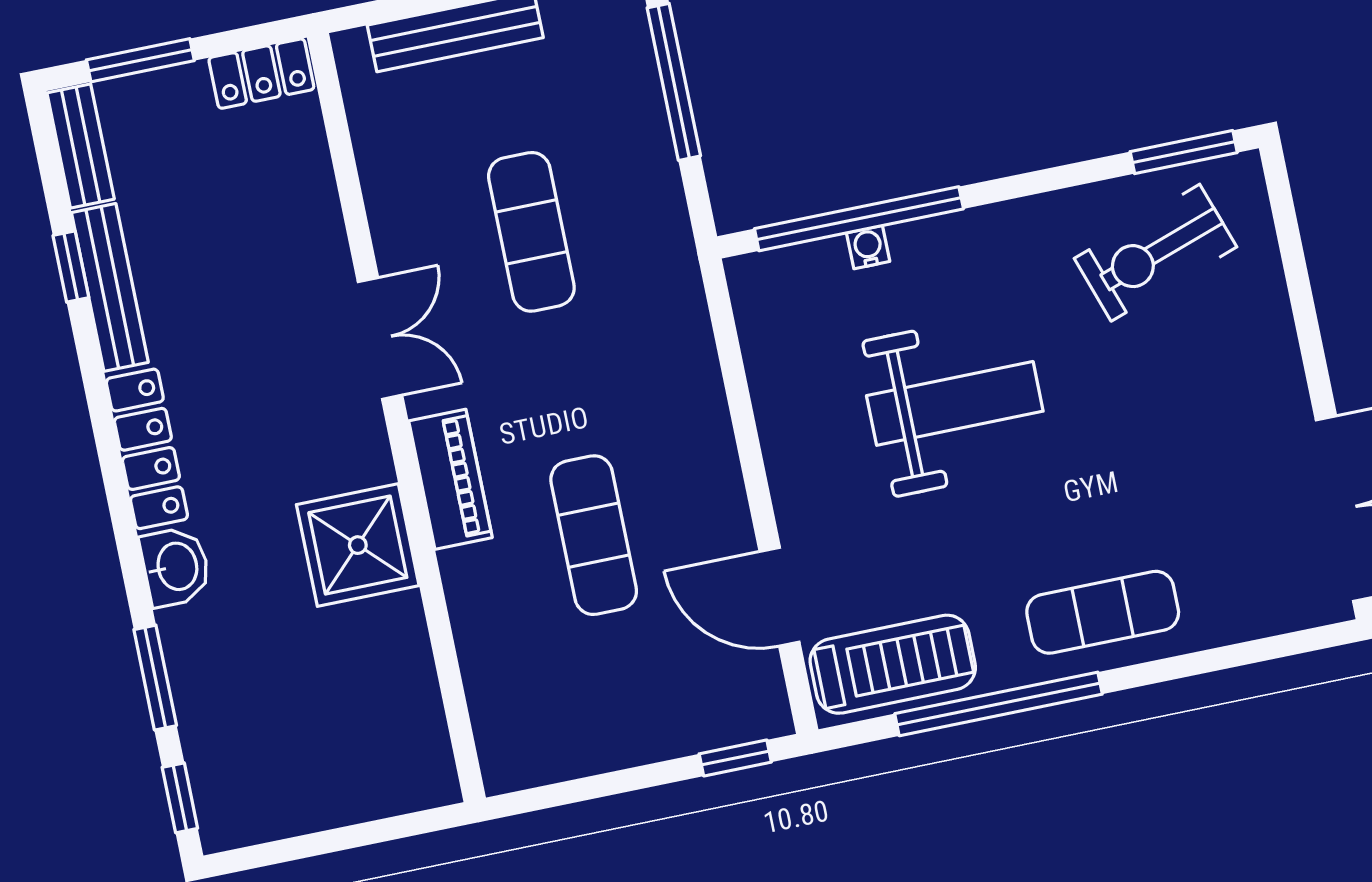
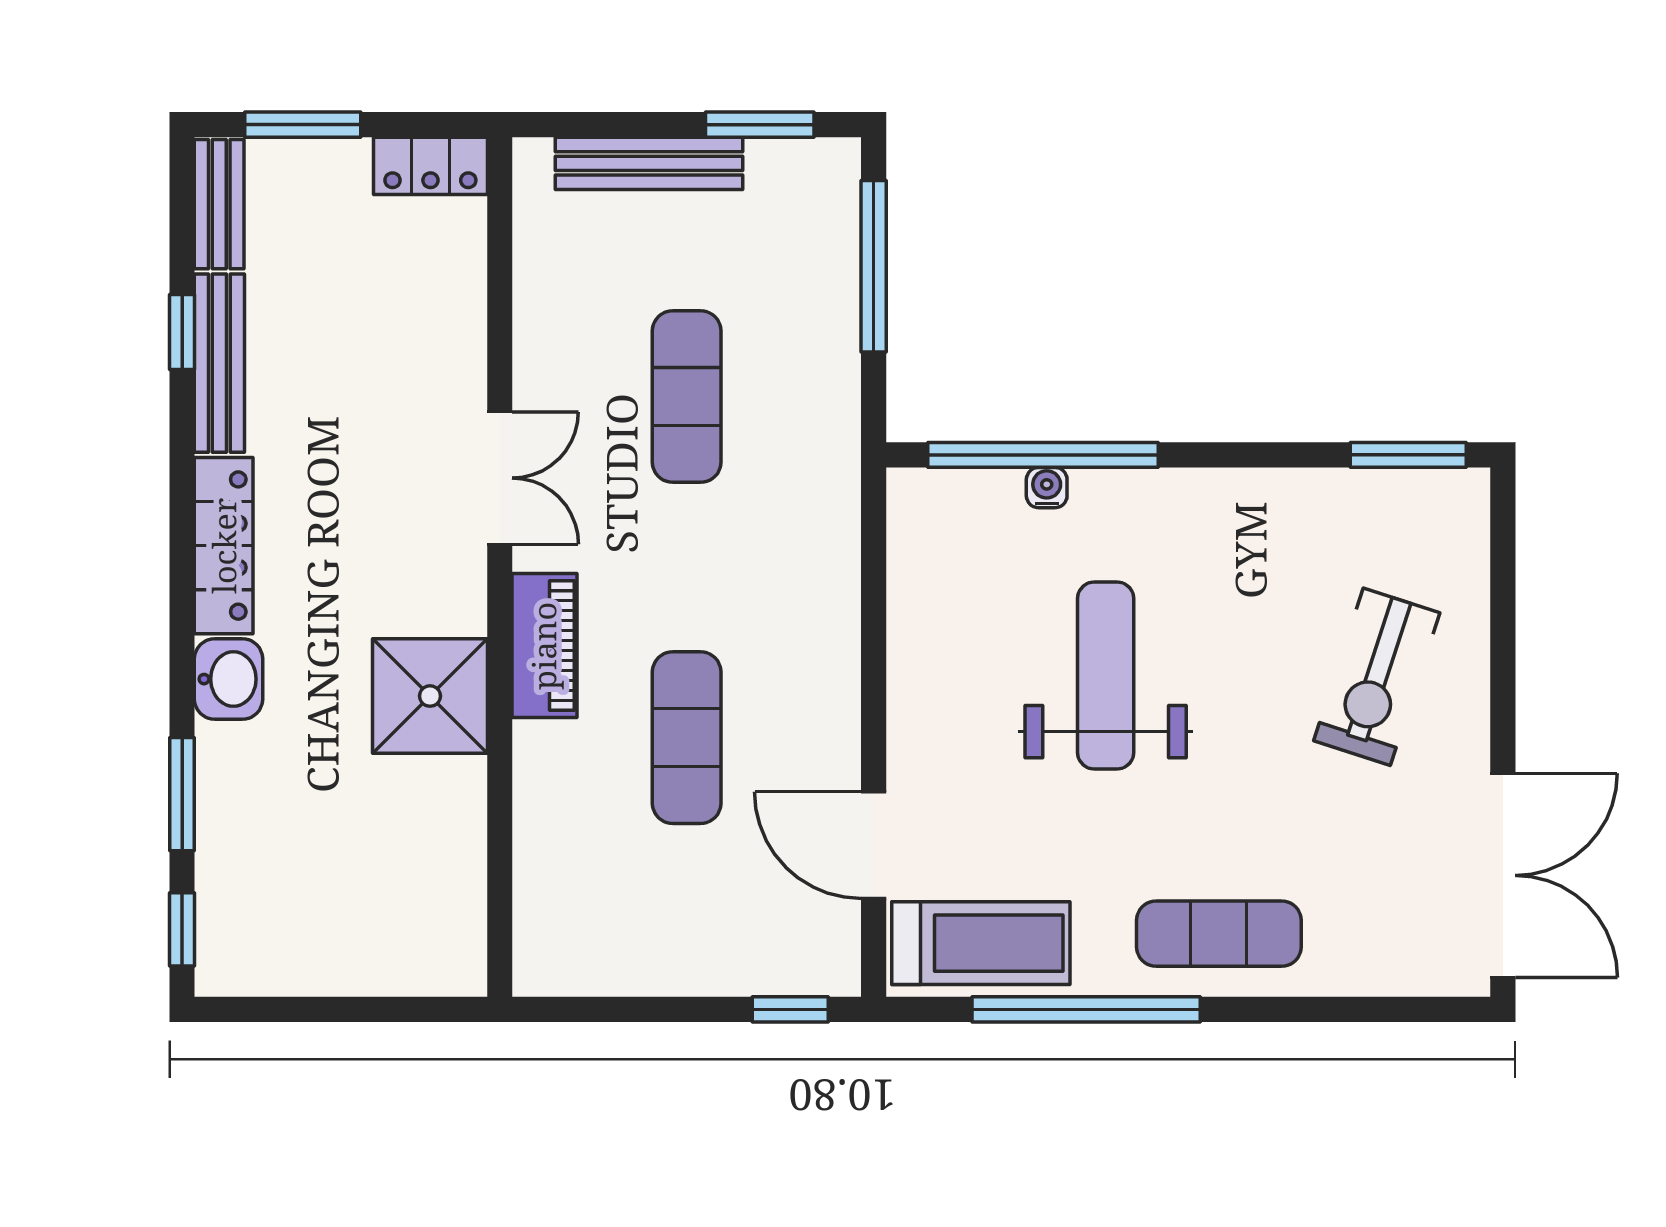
exercise bike: (1155, 253) -> (1377, 677), moved, turned -53
weight bench: (955, 403) -> (1106, 675), turned -90

